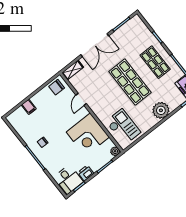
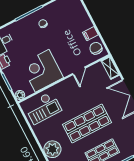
door: (81, 99) -> (79, 71), swing flipped
filing cabinet: (29, 107) -> (90, 34), moved

